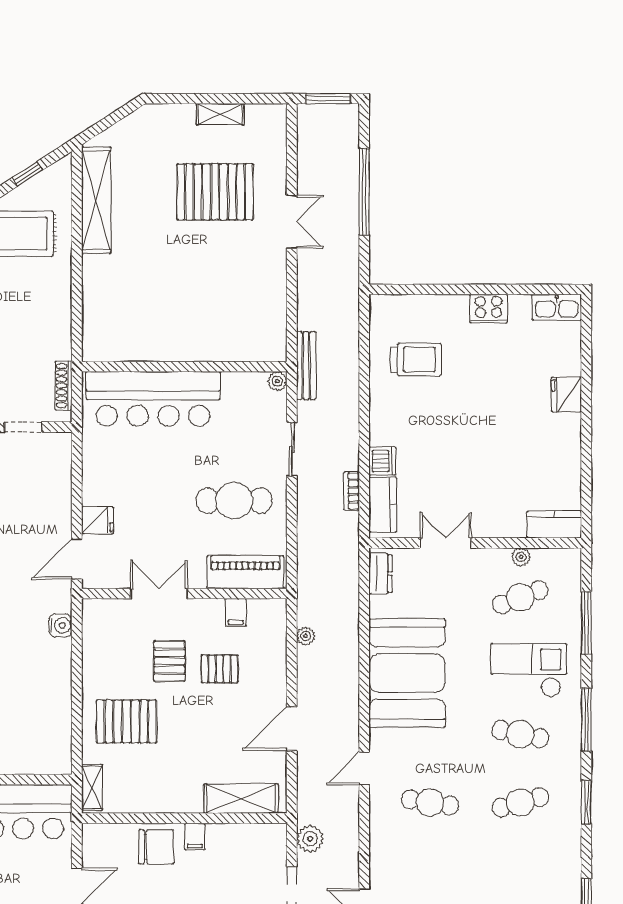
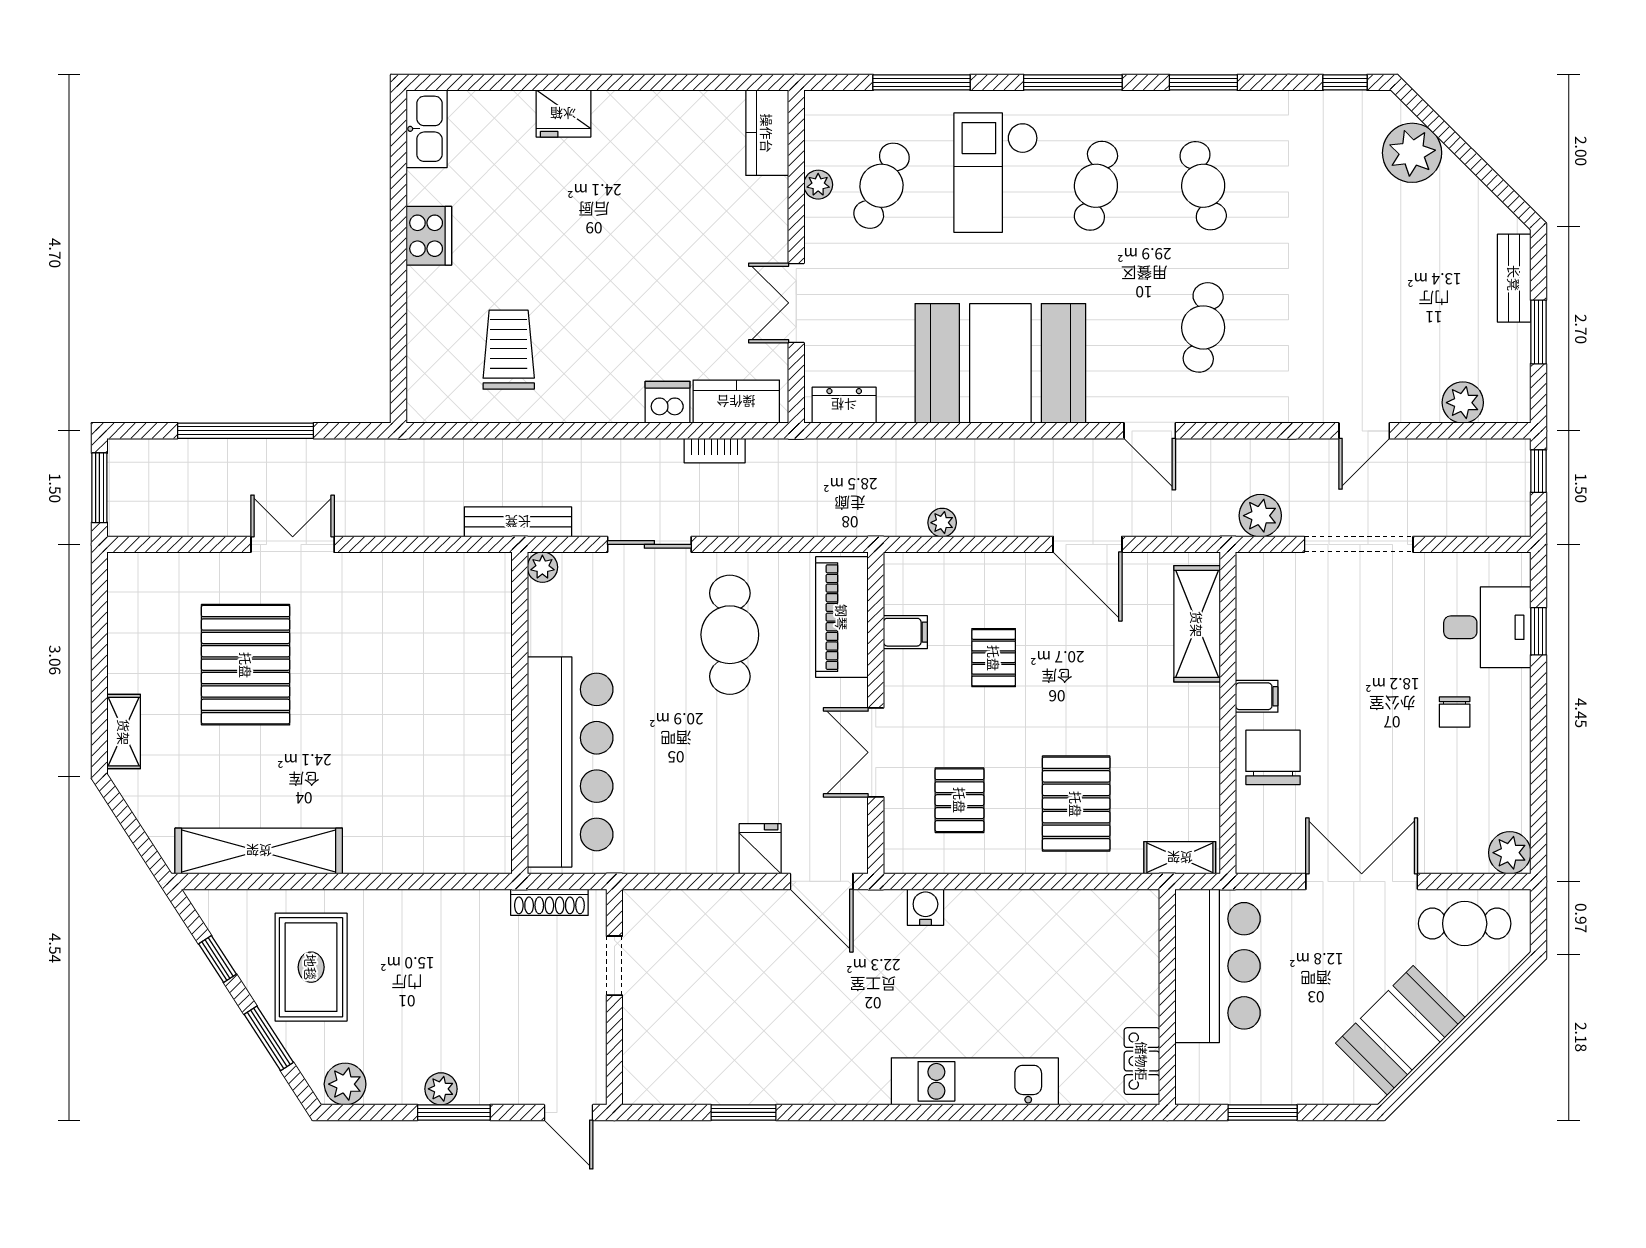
shelving: (220, 114) -> (124, 732), moved
cafe table: (520, 597) -> (882, 186), turned 45
pallet: (169, 661) -> (960, 800), moved, turned 90

